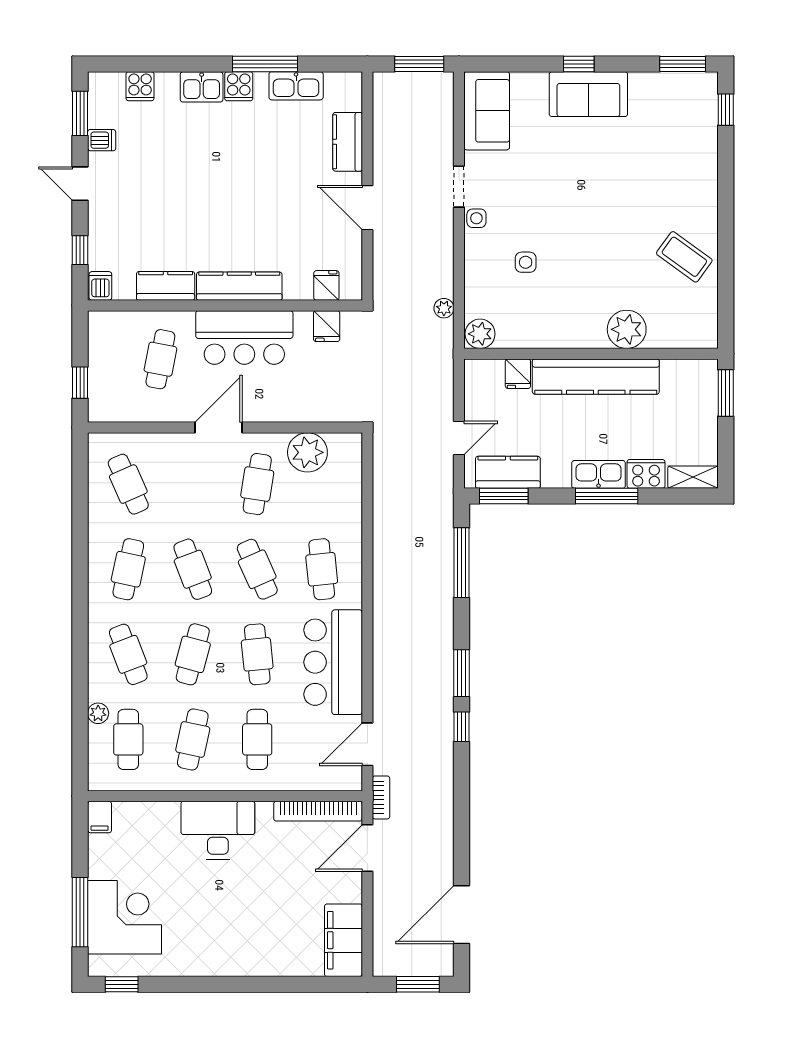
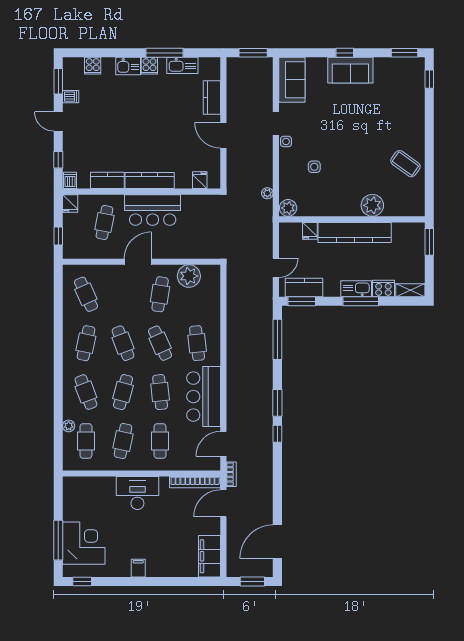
fridge: (327, 326) -> (70, 203), moved
filing cabinet: (100, 817) -> (138, 568), moved, turned 180

